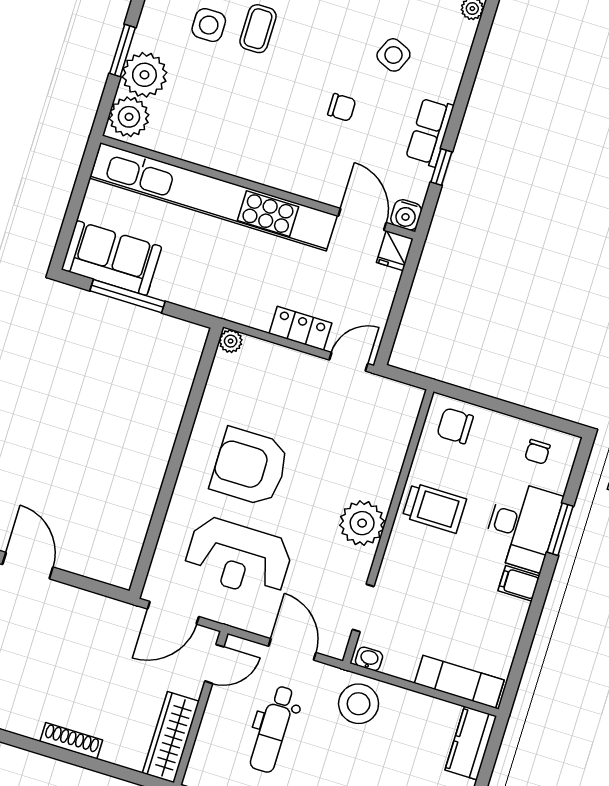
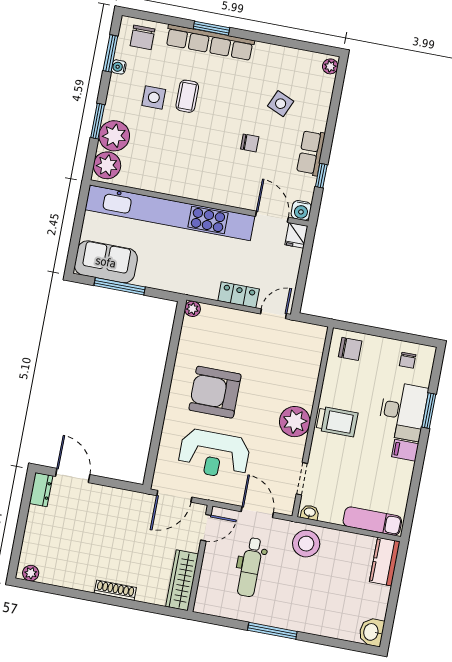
chair: (455, 426) -> (350, 349), turned 180
trolley: (434, 508) -> (337, 422), moved

